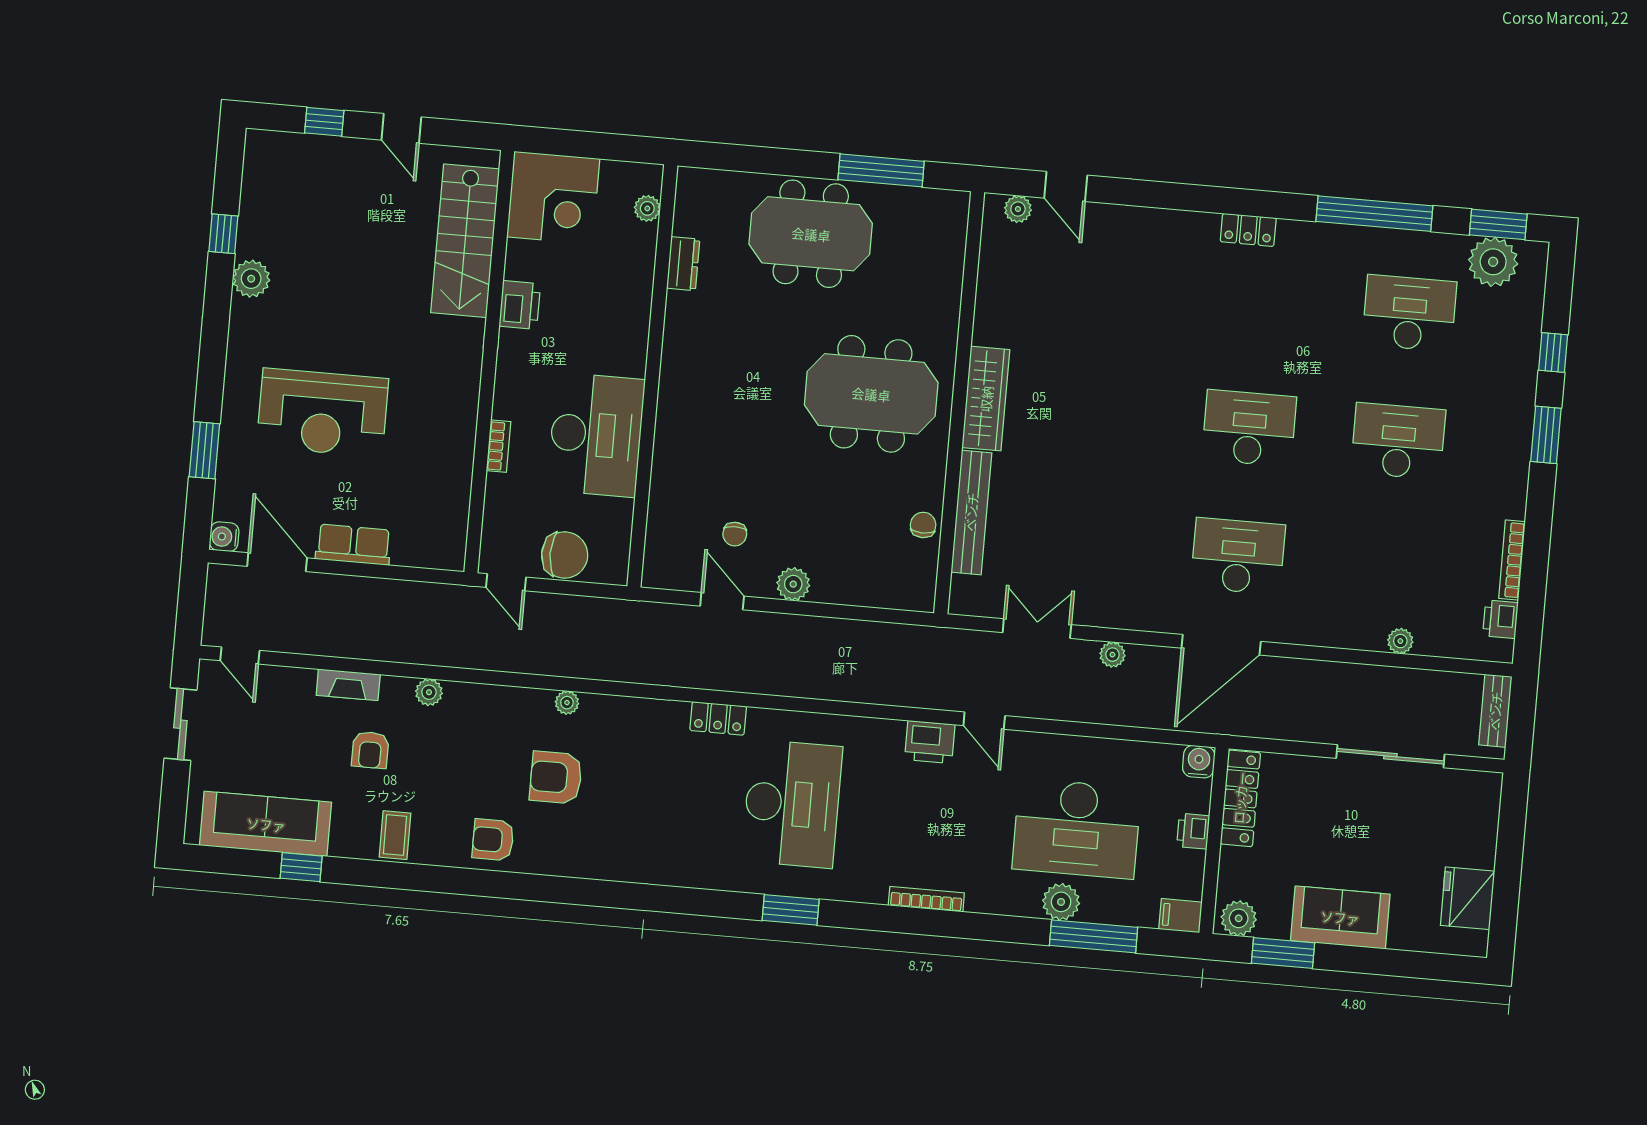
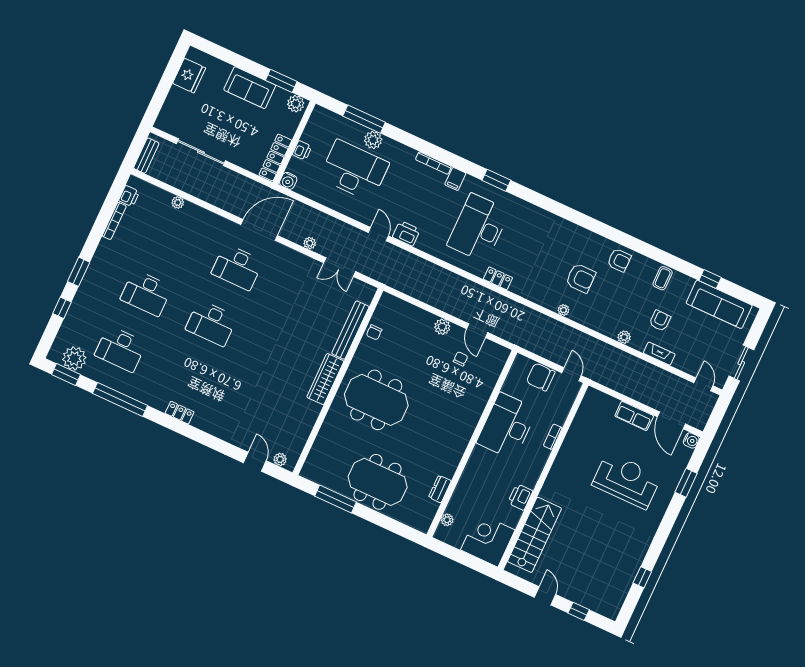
plant: (251, 279) -> (637, 552), removed
filing cabinet: (1180, 916) -> (455, 179), moved, turned 90

